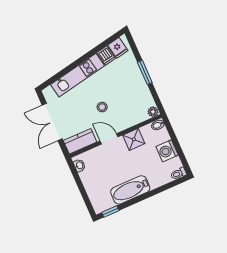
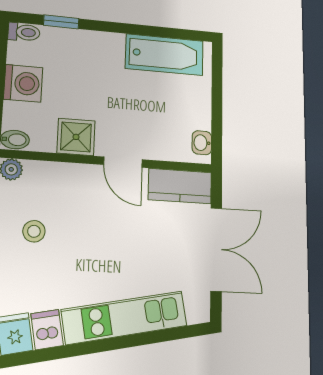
stool: (102, 107) -> (34, 231), moved
bathtub: (130, 190) -> (164, 55), moved
window: (110, 211) -> (61, 22), moved

